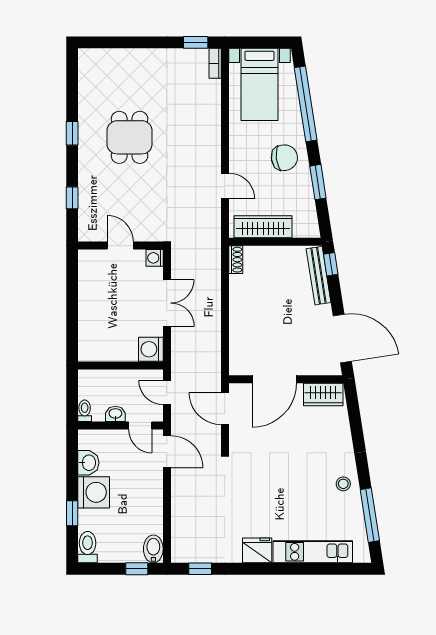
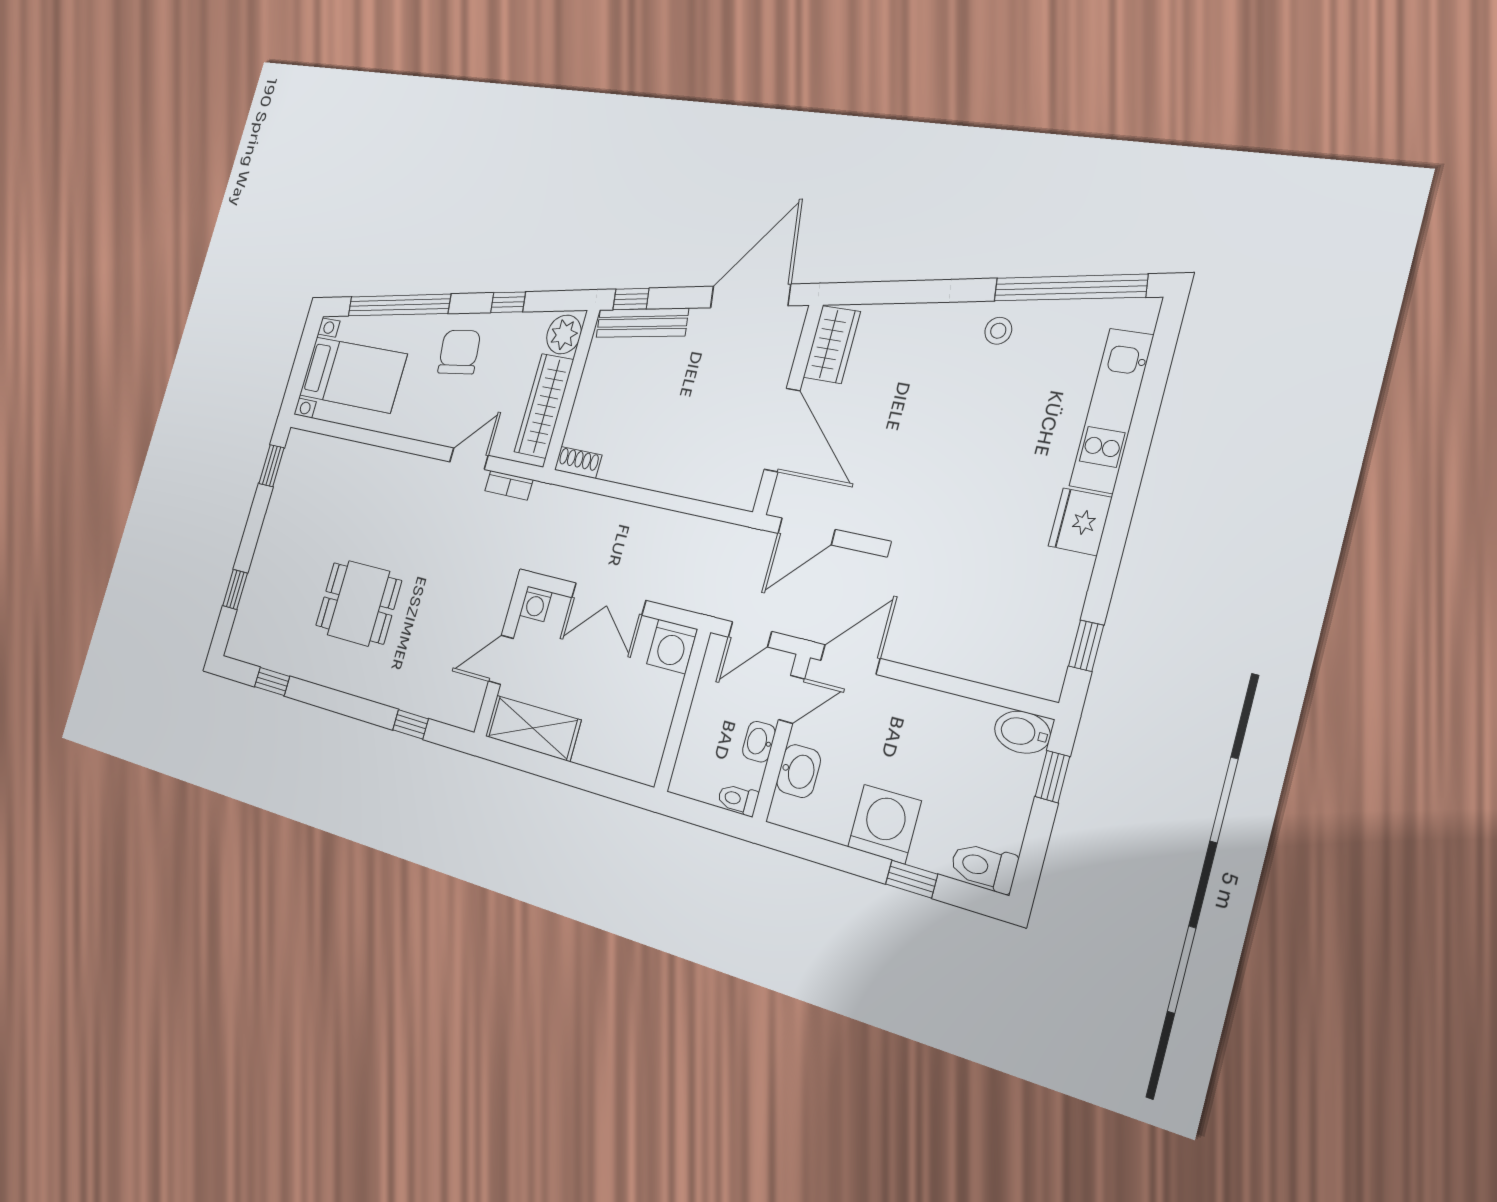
window: (118, 42) -> (235, 589), added
bookcase: (215, 63) -> (509, 485), moved
window: (72, 133) -> (272, 682), moved
window: (318, 182) -> (508, 302), width x0.67
plant: (305, 227) -> (564, 334), added
shelving: (89, 278) -> (533, 728), added
double door: (167, 303) -> (608, 599), swing flipped
washbasin: (88, 463) -> (799, 771), moved, turned 90
window: (370, 515) -> (1070, 288), width x1.46

